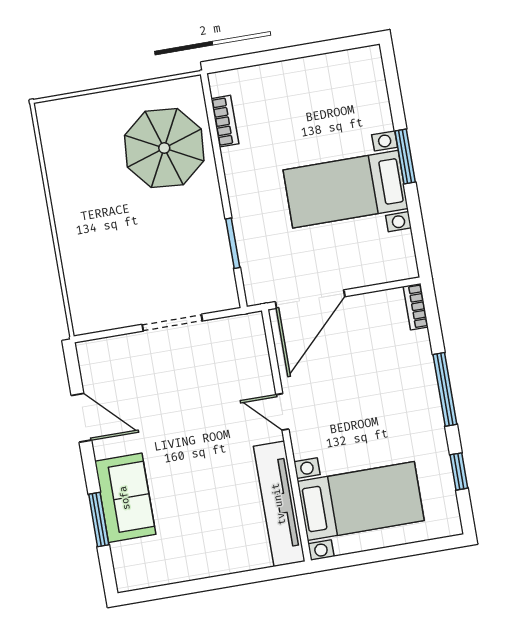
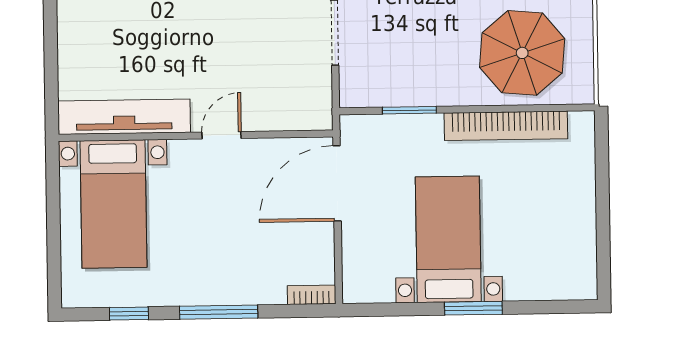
bookcase: (225, 121) -> (506, 126), width x2.31, depth x1.31
door: (310, 299) -> (337, 183), hinge flipped

